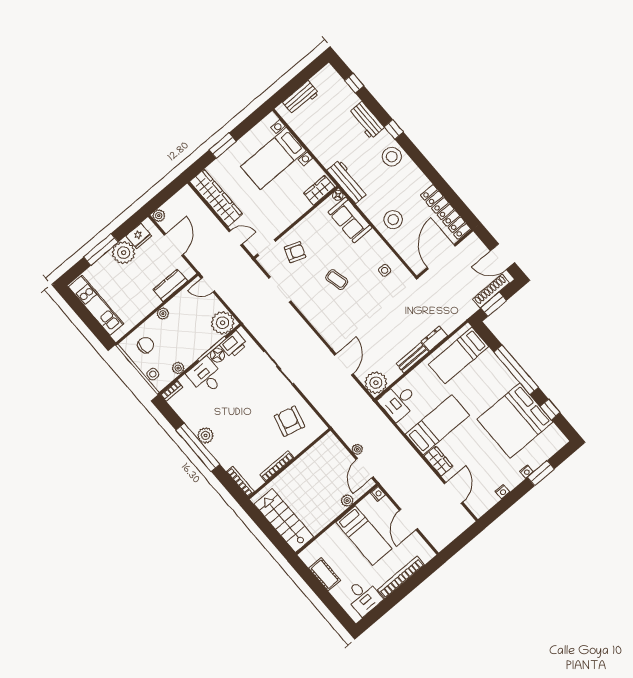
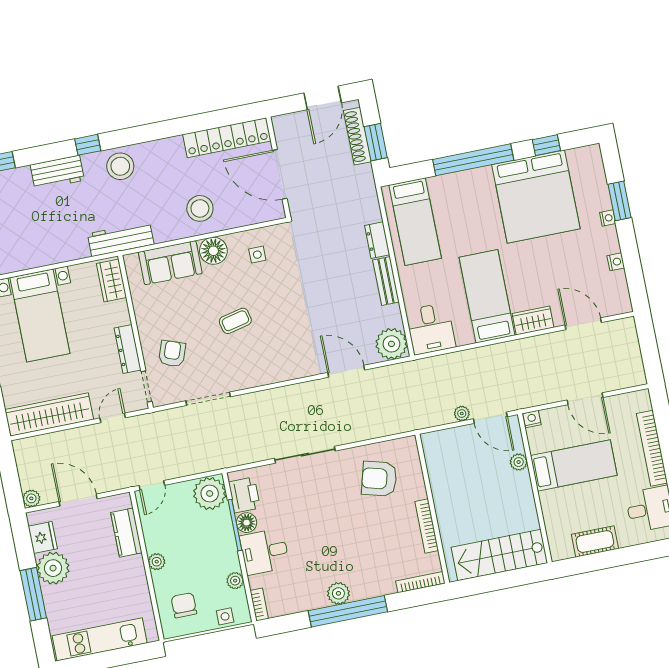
floor lamp: (338, 195) -> (213, 251), moved, width x1.89, depth x1.89
dresser: (283, 223) -> (128, 349), added

